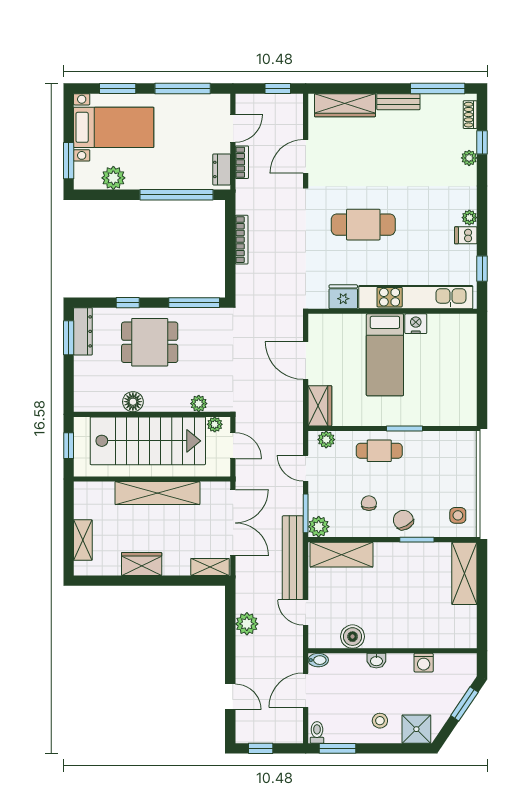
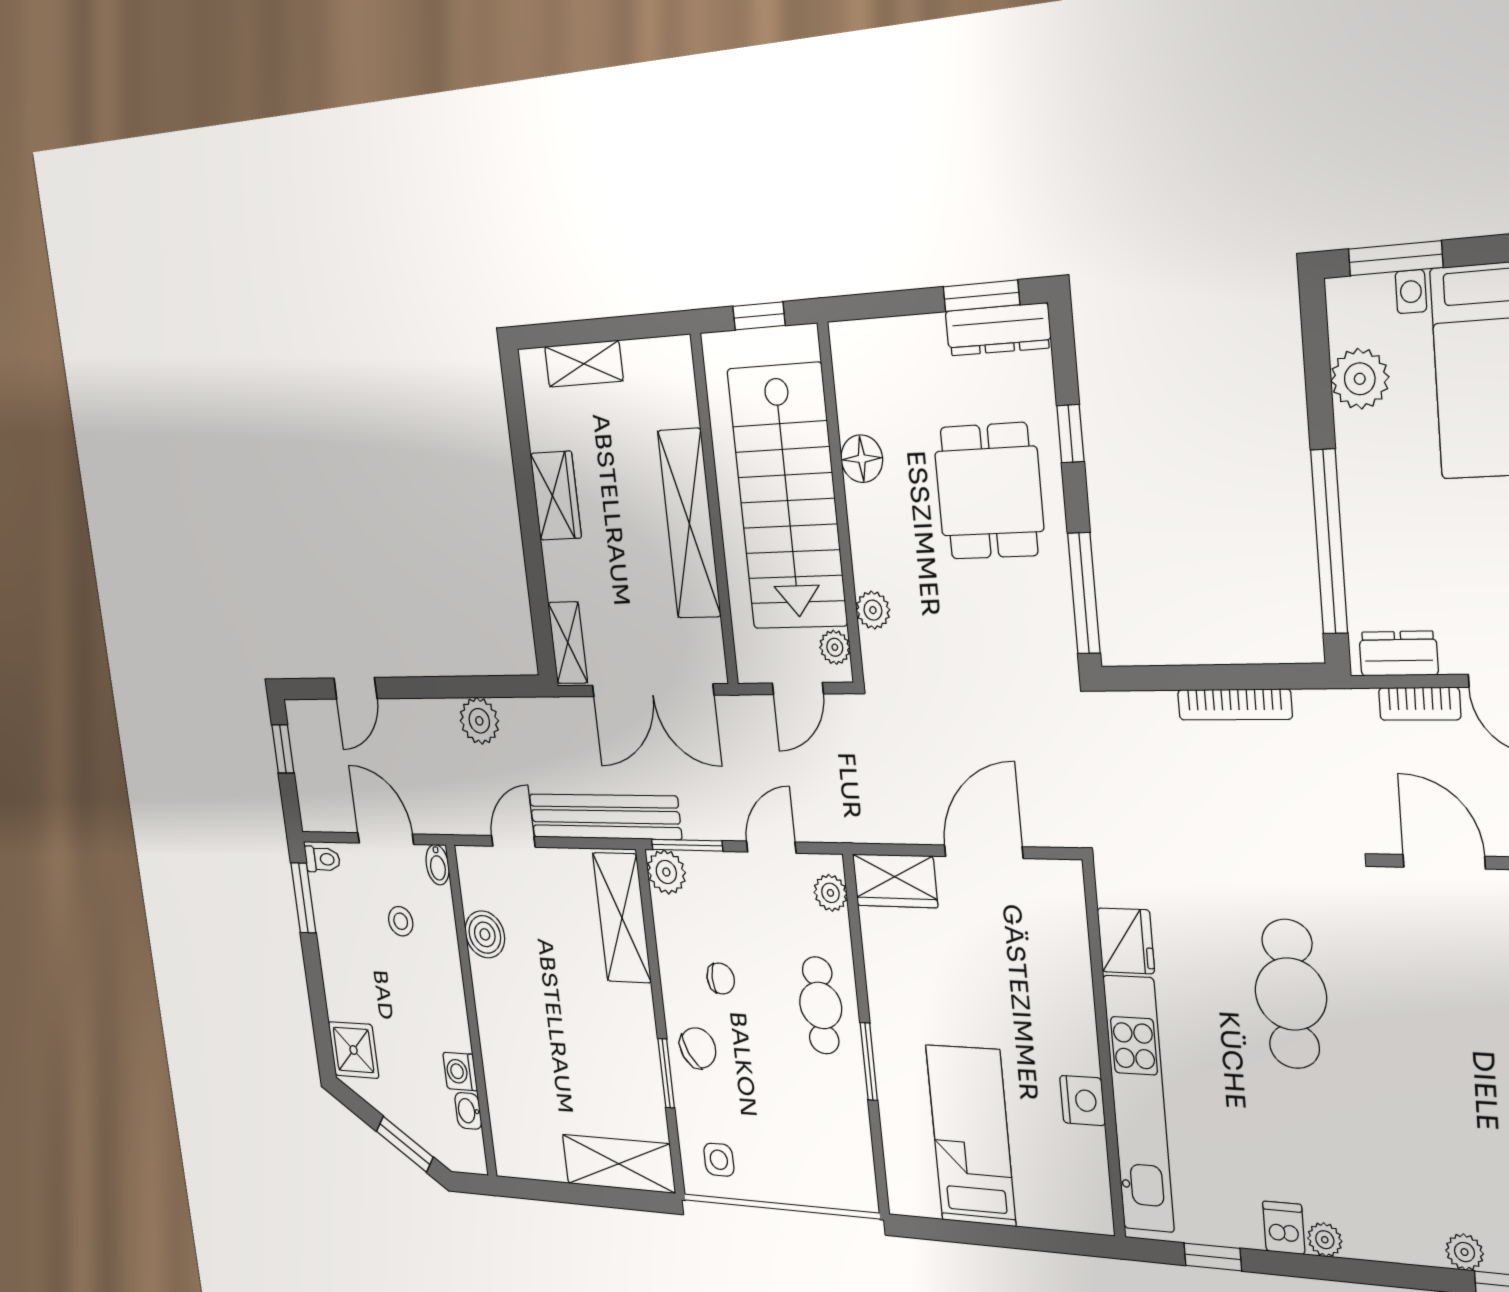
bed: (385, 355) -> (971, 1136), moved, turned 90
washbasin: (376, 661) -> (468, 1111), moved
stool: (380, 721) -> (401, 921), moved

